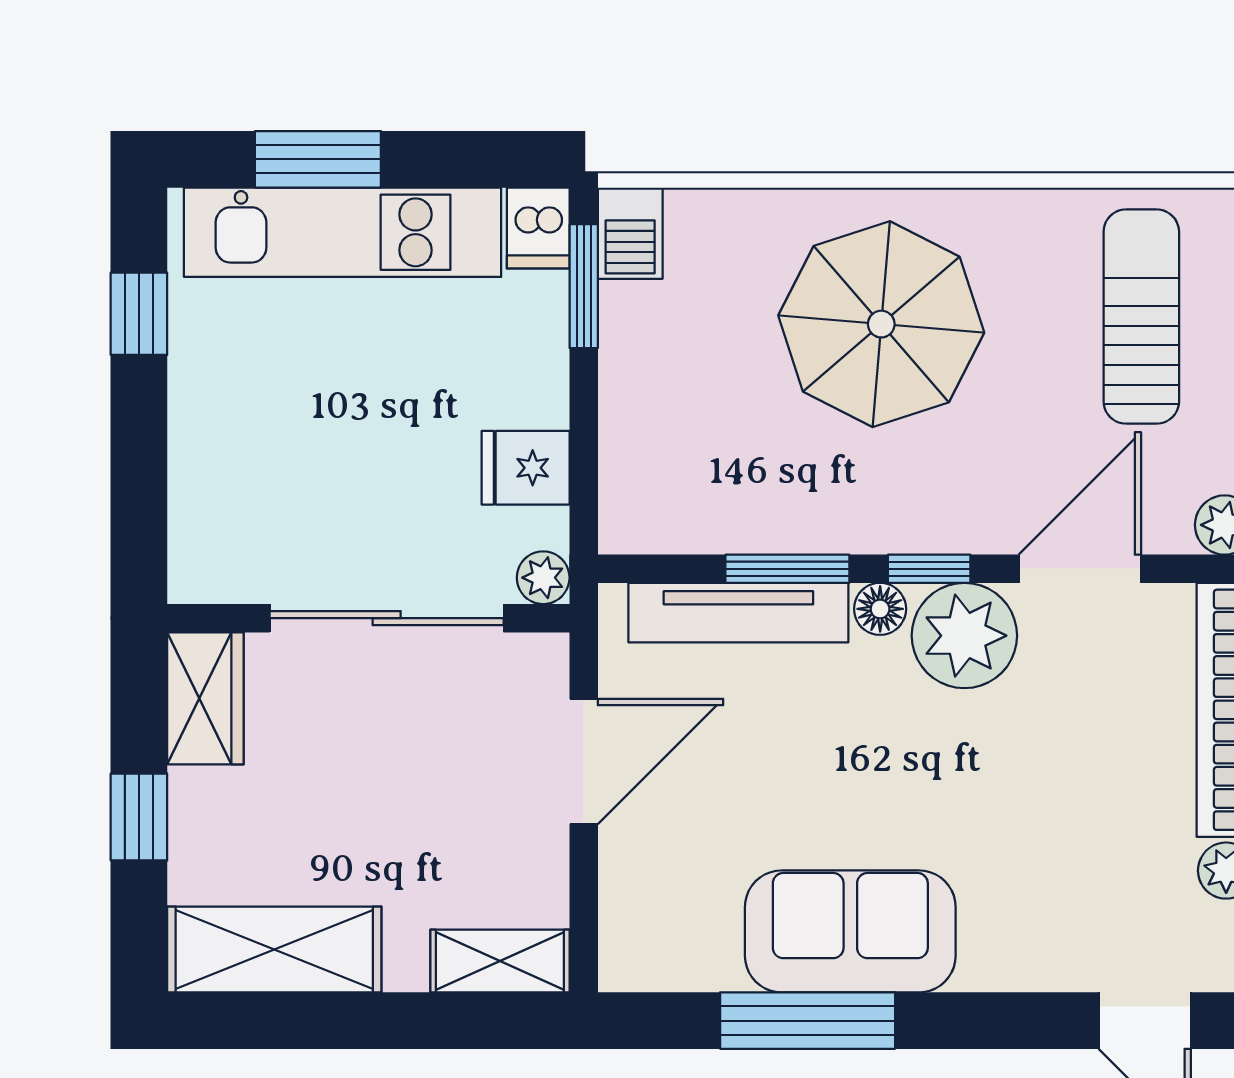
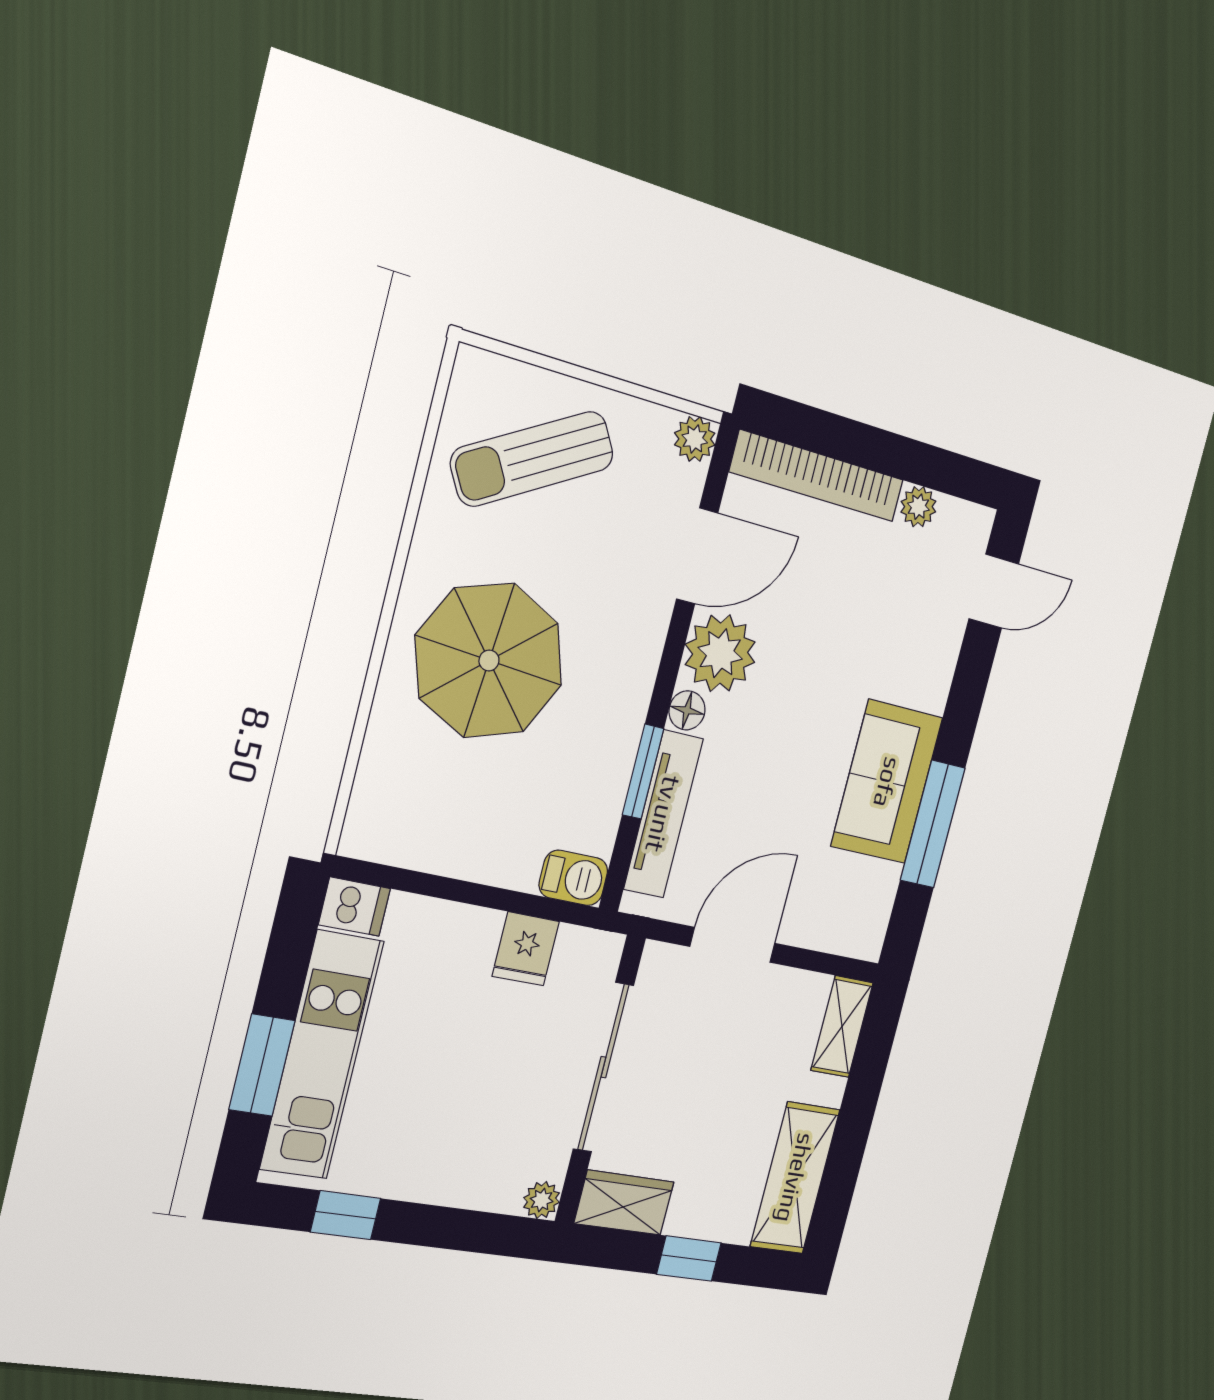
barbecue: (630, 233) -> (573, 878), moved
window: (584, 286) -> (406, 880), removed
sun lounger: (1141, 317) -> (533, 459), turned -30
window: (929, 569) -> (669, 668), removed
door: (1080, 569) -> (697, 556), swing flipped
plant: (543, 578) -> (542, 1200), moved
door: (584, 762) -> (733, 945), hinge flipped

